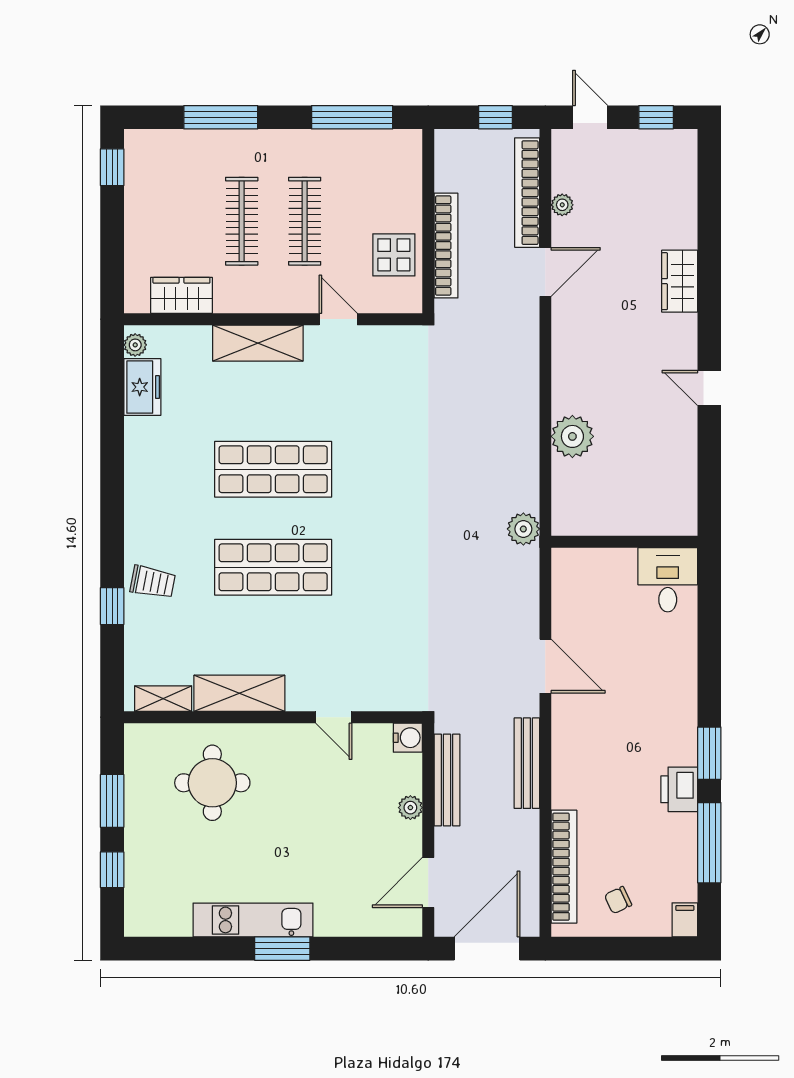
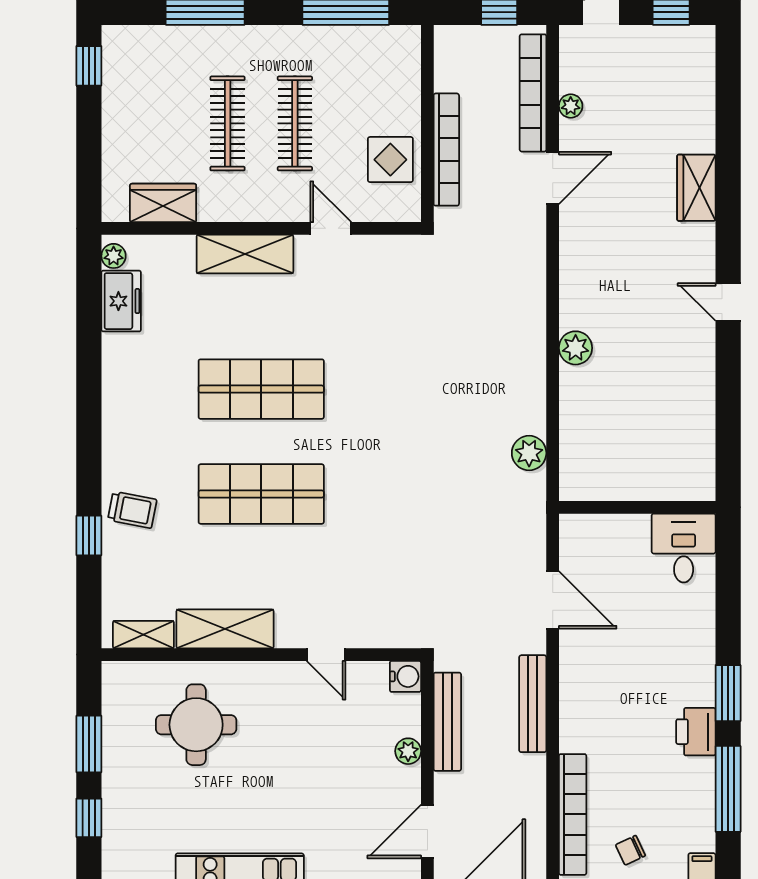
plant: (572, 436) -> (576, 348), width x0.73, depth x0.73
wall: (624, 542) -> (637, 507), moved
desk: (668, 580) -> (684, 548), moved

